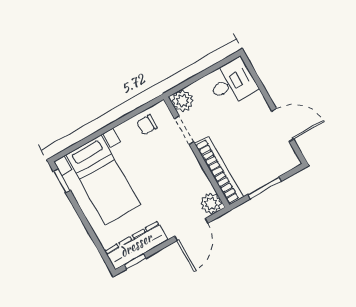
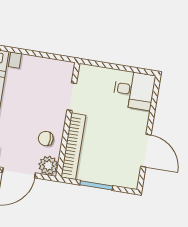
plant: (183, 101) -> (88, 75), removed
chair: (147, 125) -> (46, 139), moved

